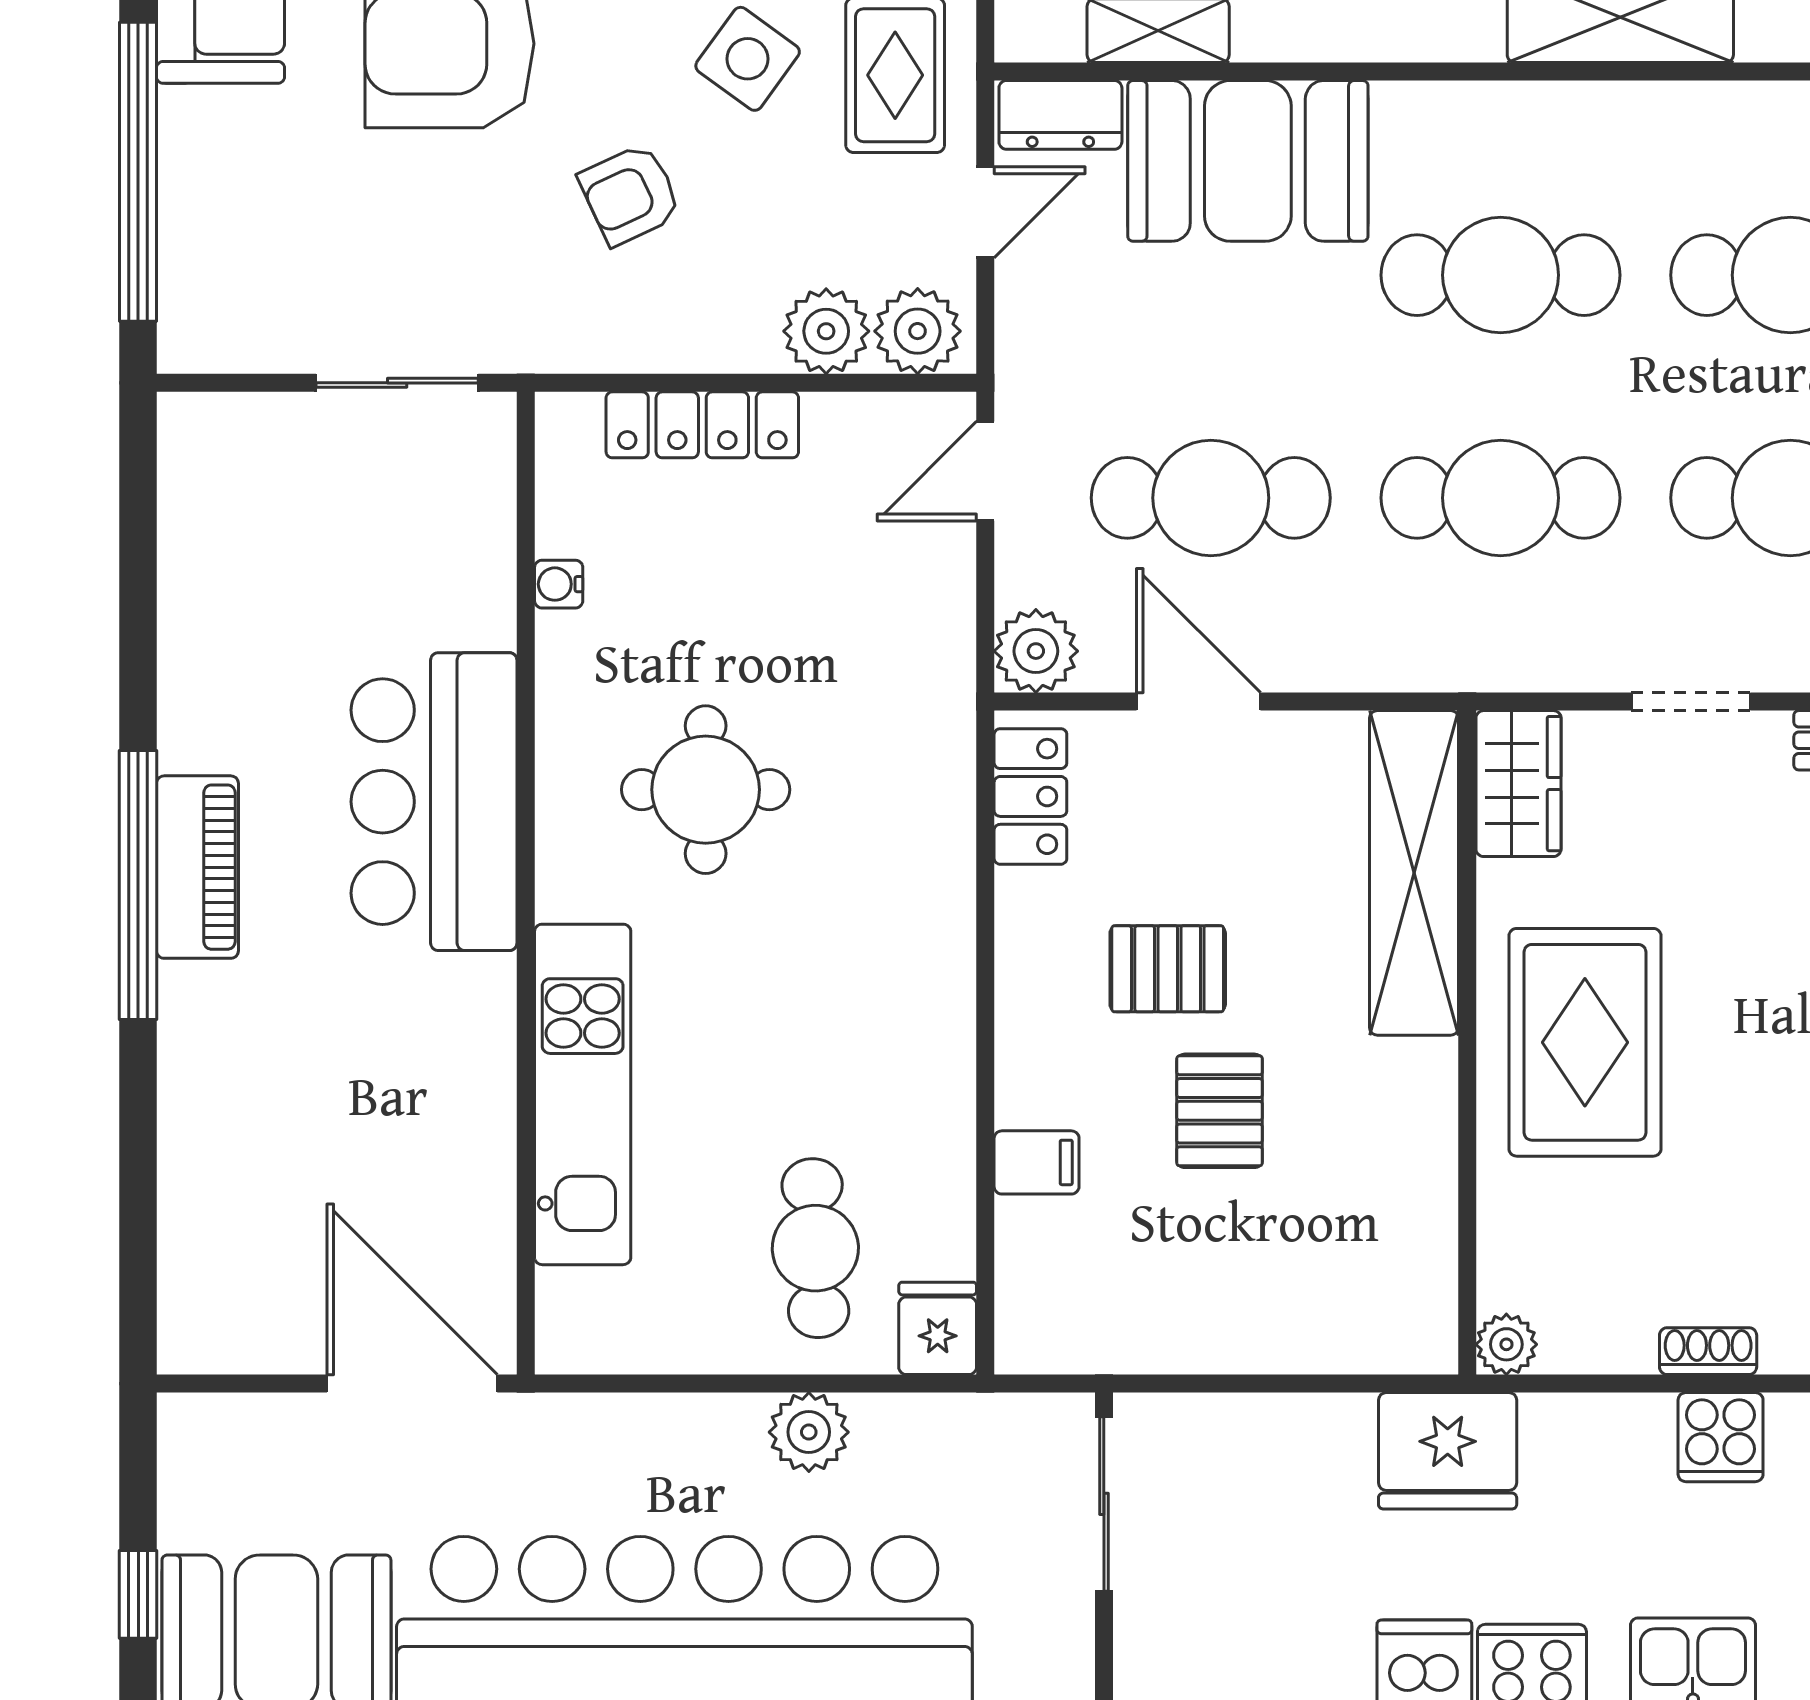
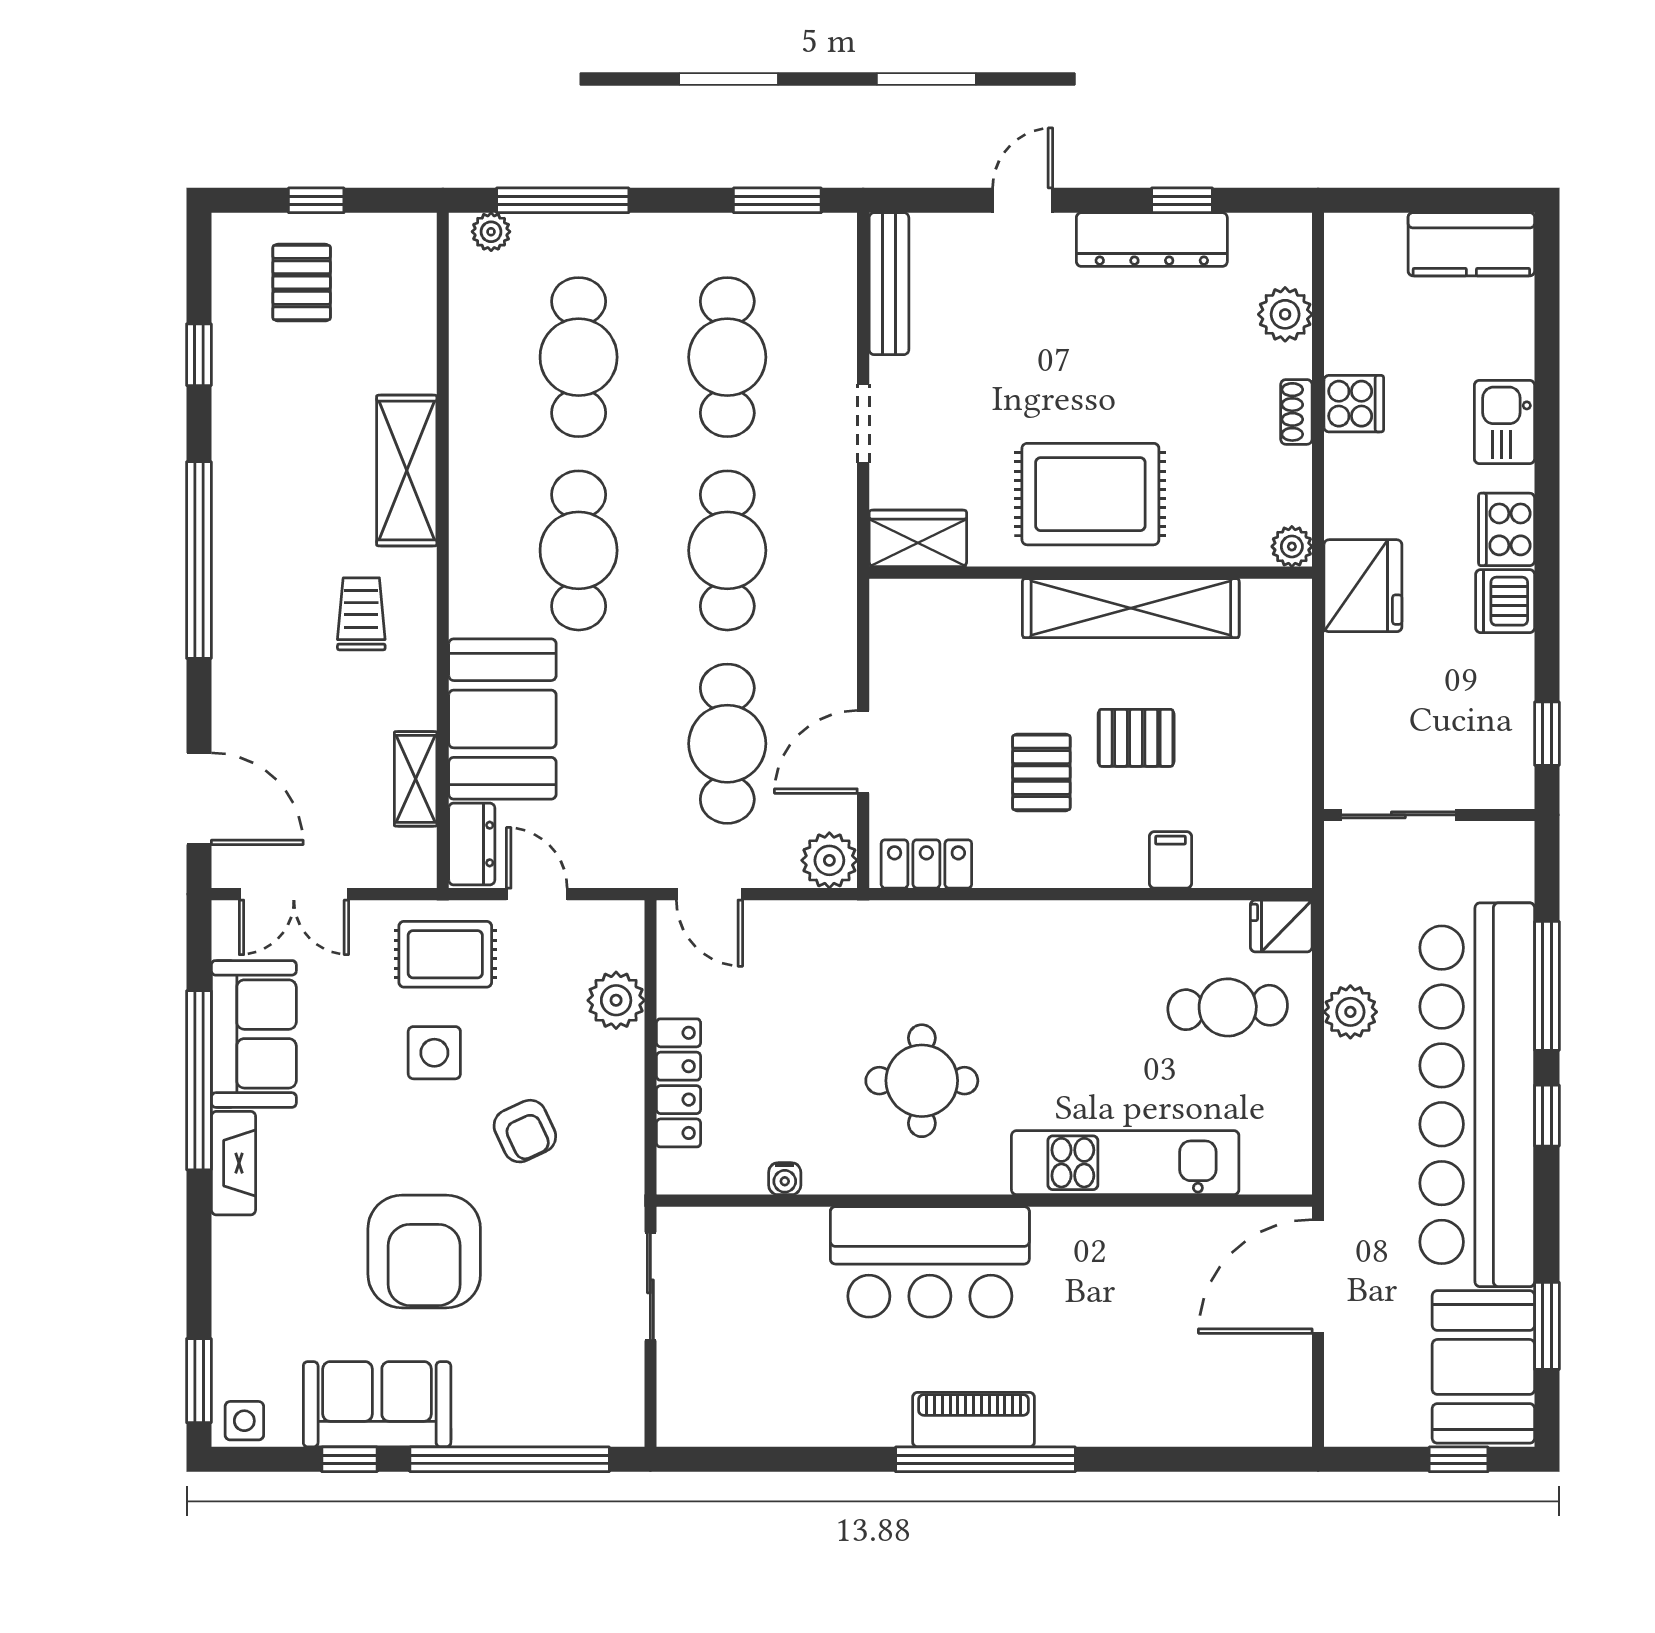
side table: (748, 59) -> (434, 1053), turned -36
plant: (918, 331) -> (616, 939), removed
shelving: (1414, 873) -> (1131, 608), moved

